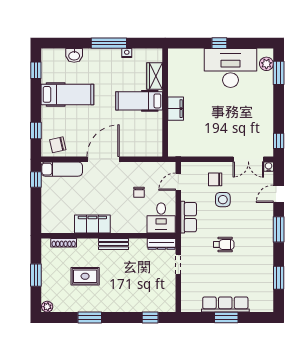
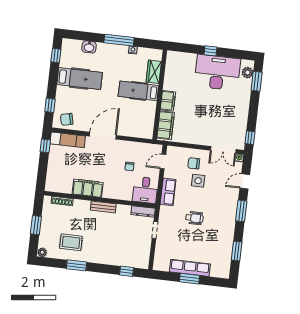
filing cabinet: (176, 138) -> (166, 125), added
rug: (85, 276) -> (71, 242), moved

